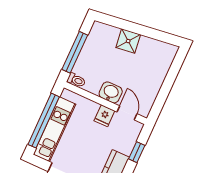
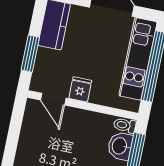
washbasin: (111, 92) -> (120, 146), moved, turned 90
window: (137, 152) -> (30, 54), width x1.50

